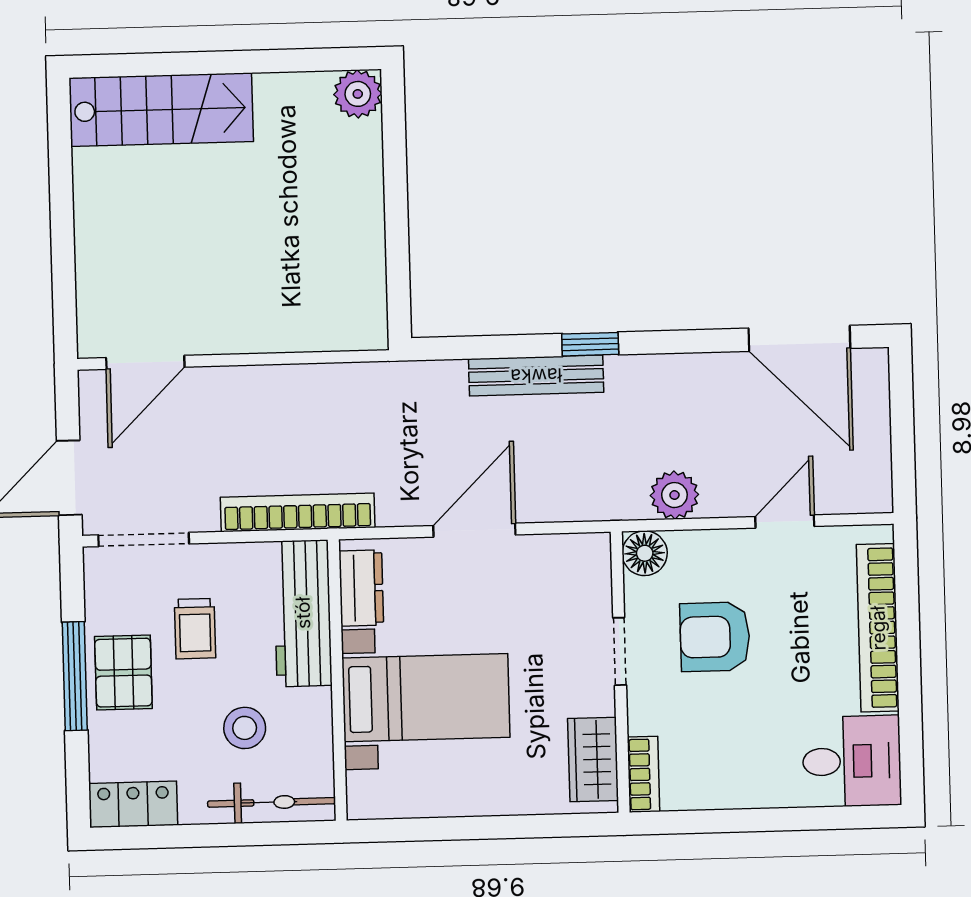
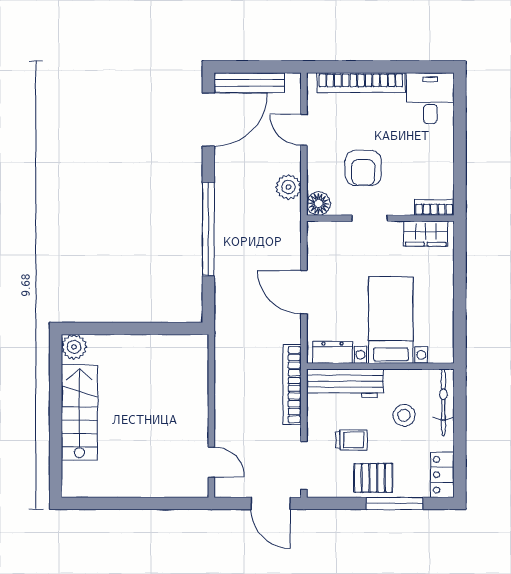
stairs: (161, 110) -> (79, 412), moved
window: (590, 344) -> (208, 229), width x3.17
door: (145, 362) -> (211, 462), width x0.73
bench: (536, 376) -> (249, 83), moved, turned 90
window: (75, 676) -> (395, 503), moved

